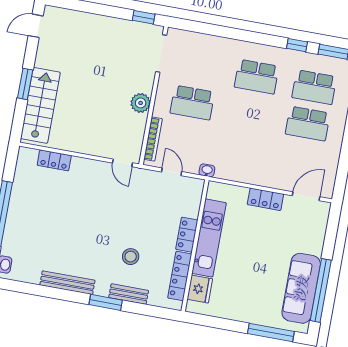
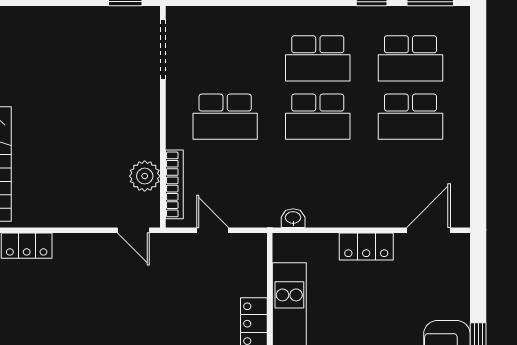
plant: (141, 103) -> (145, 176), moved
school desk: (250, 113) -> (318, 117), added
washbasin: (207, 170) -> (293, 218), moved

